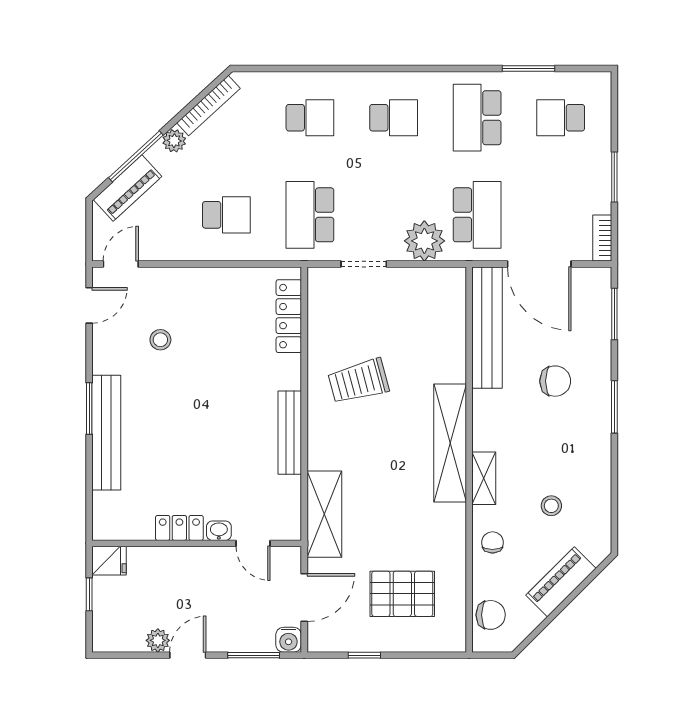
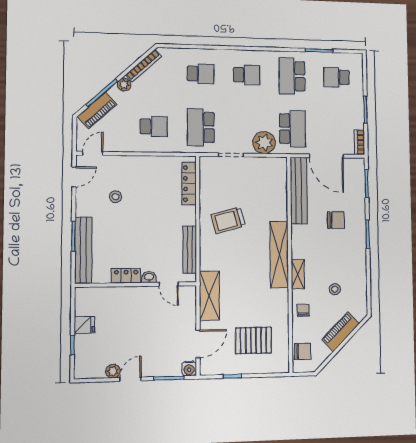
locker: (179, 528) -> (126, 276), moved
washbasin: (219, 531) -> (149, 277), moved
wall: (197, 543) -> (136, 285), moved
door: (253, 543) -> (169, 284), moved

